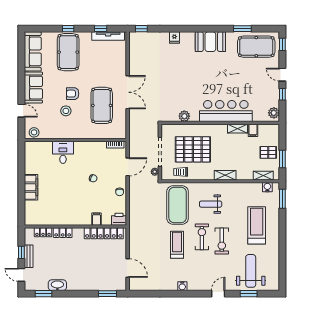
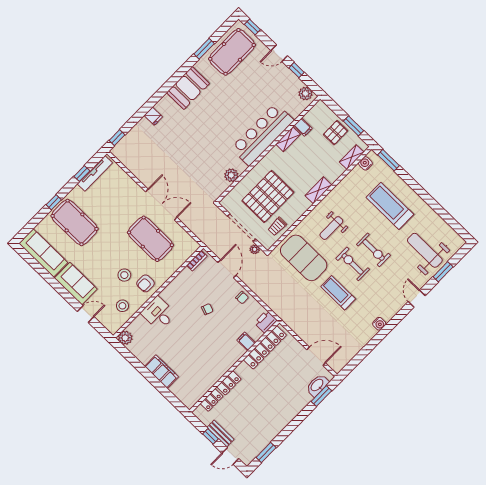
armchair: (73, 94) -> (145, 283), moved
stool: (34, 132) -> (122, 306), moved
plant: (30, 147) -> (125, 338), added
washbasin: (57, 285) -> (317, 385), moved

